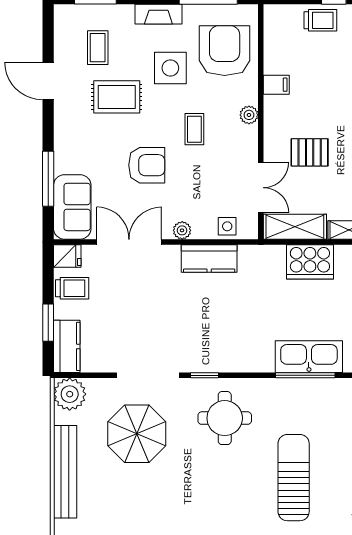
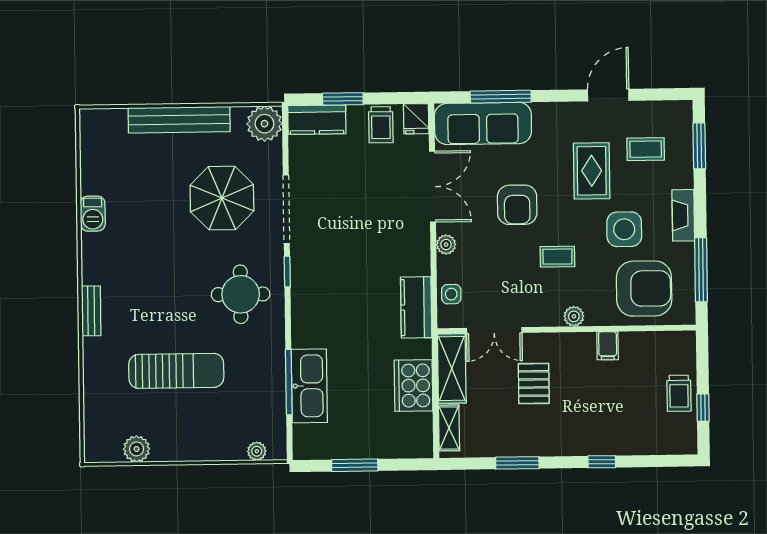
sofa: (72, 207) -> (483, 123), width x1.36
kitchen counter: (209, 258) -> (416, 307), moved

